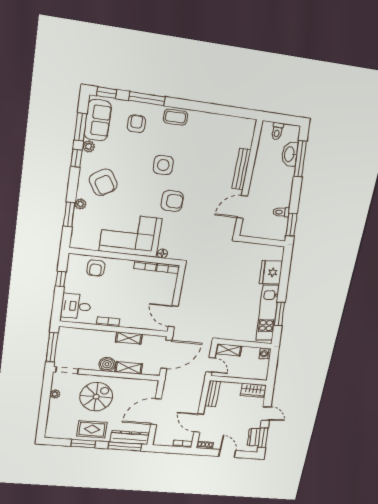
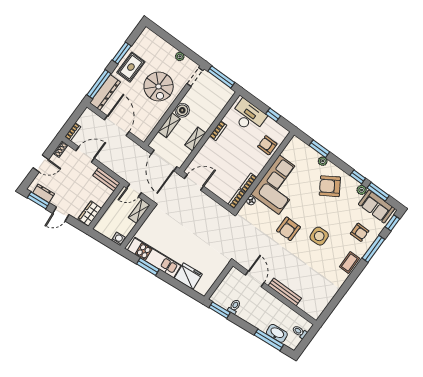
desk: (76, 306) -> (248, 116), width x1.37

